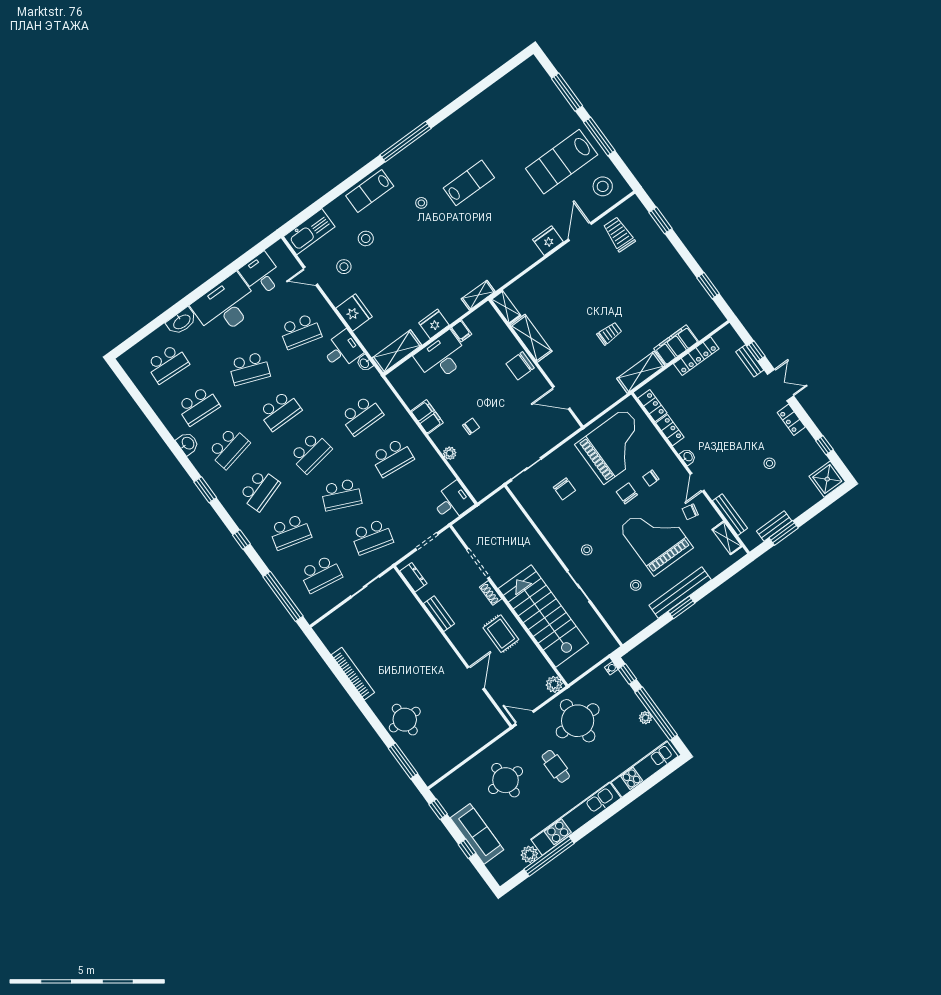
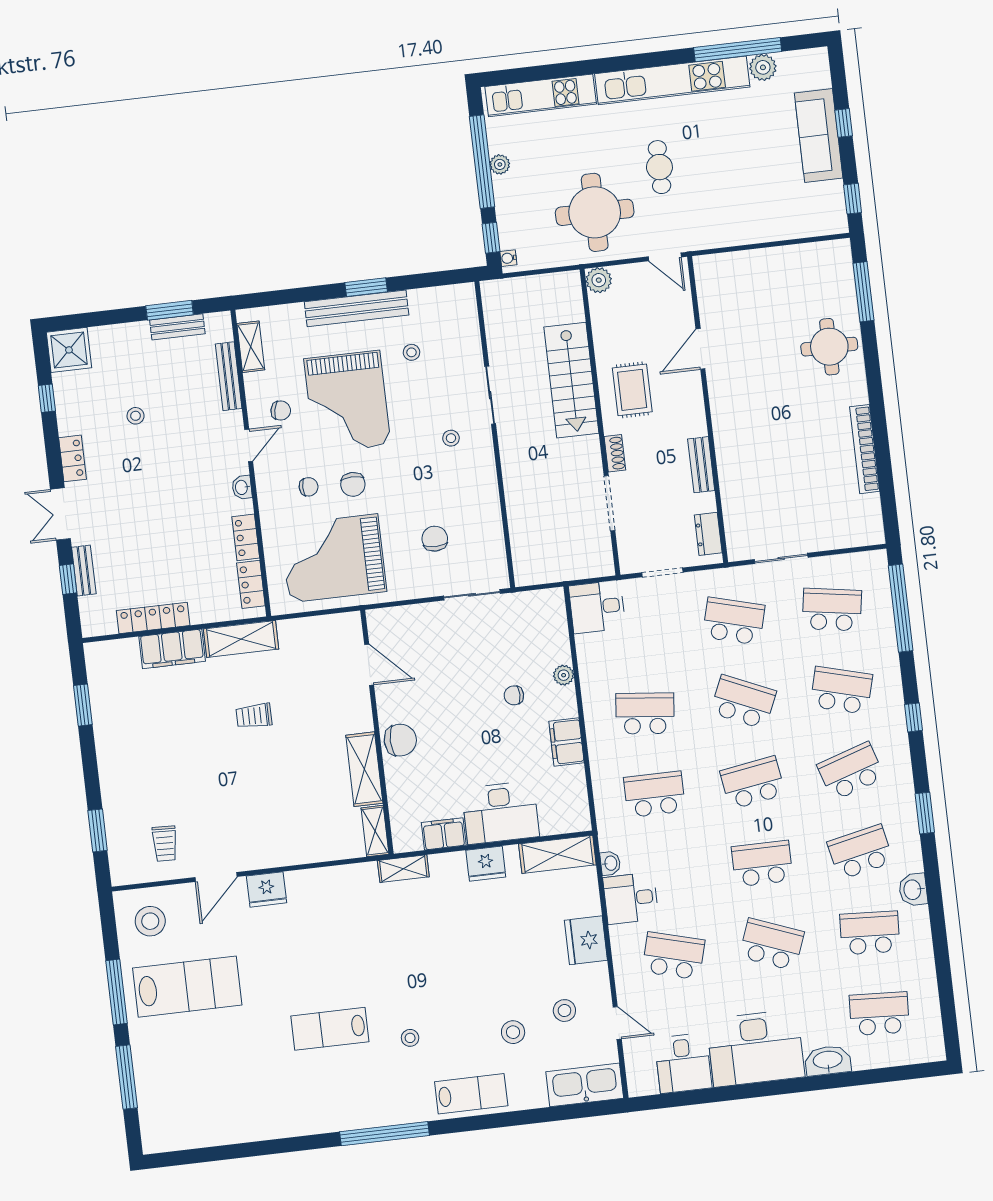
trolley: (619, 234) -> (165, 844), width x0.73, depth x0.72
filing cabinet: (461, 331) -> (444, 834), width x2.00
stairs: (543, 616) -> (571, 380), width x0.73, depth x0.66
round table: (506, 780) -> (739, 187), removed

